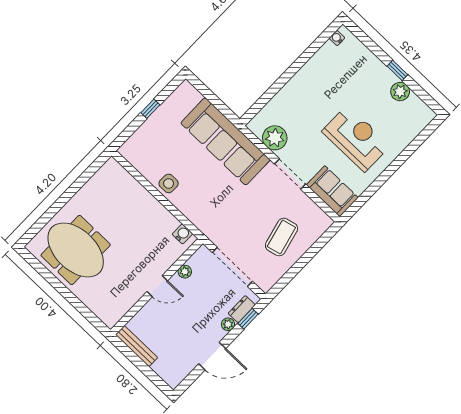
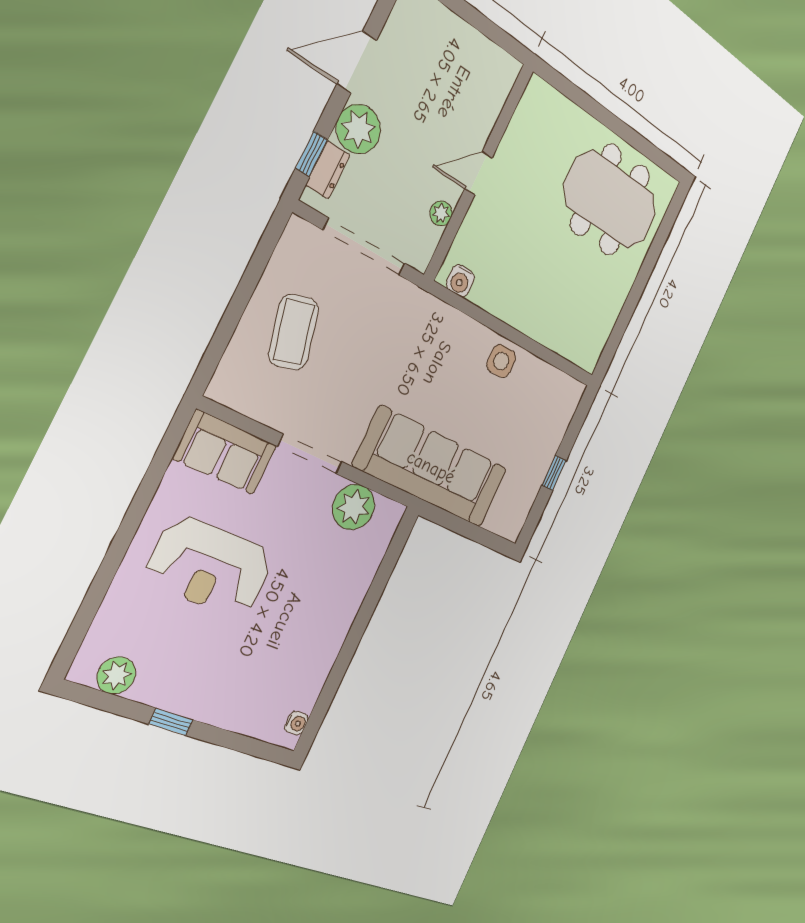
plant: (400, 92) -> (116, 675), moved
plant: (228, 324) -> (359, 129), width x1.88, depth x1.88
bench: (137, 346) -> (487, 51), removed

